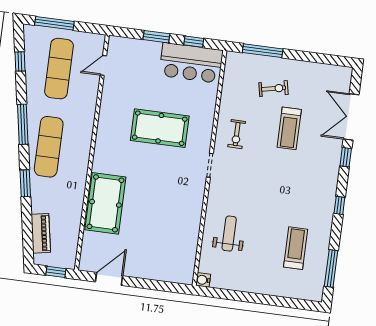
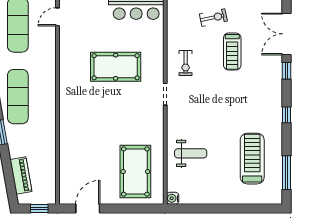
pool table: (105, 203) -> (135, 172), moved
weight bench: (229, 234) -> (191, 153), turned 90
treadmill: (296, 248) -> (252, 159), width x1.37, depth x1.38

